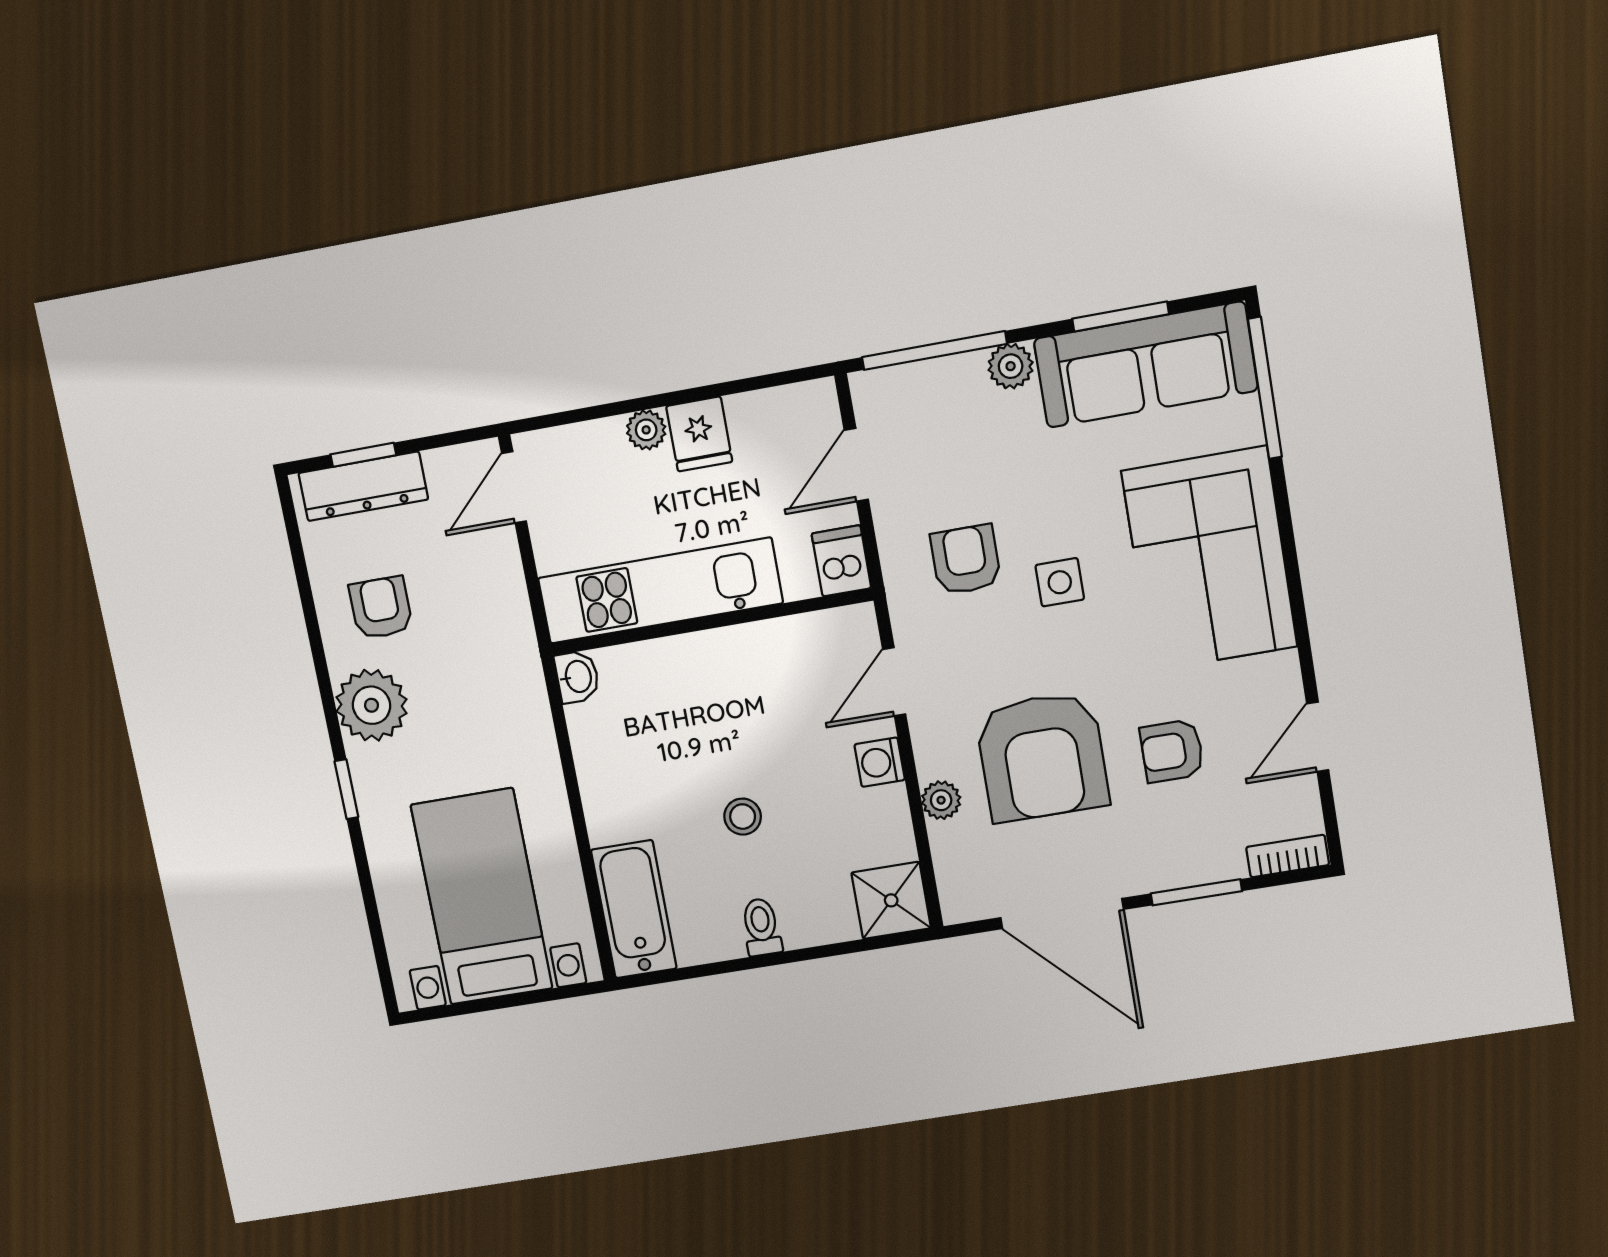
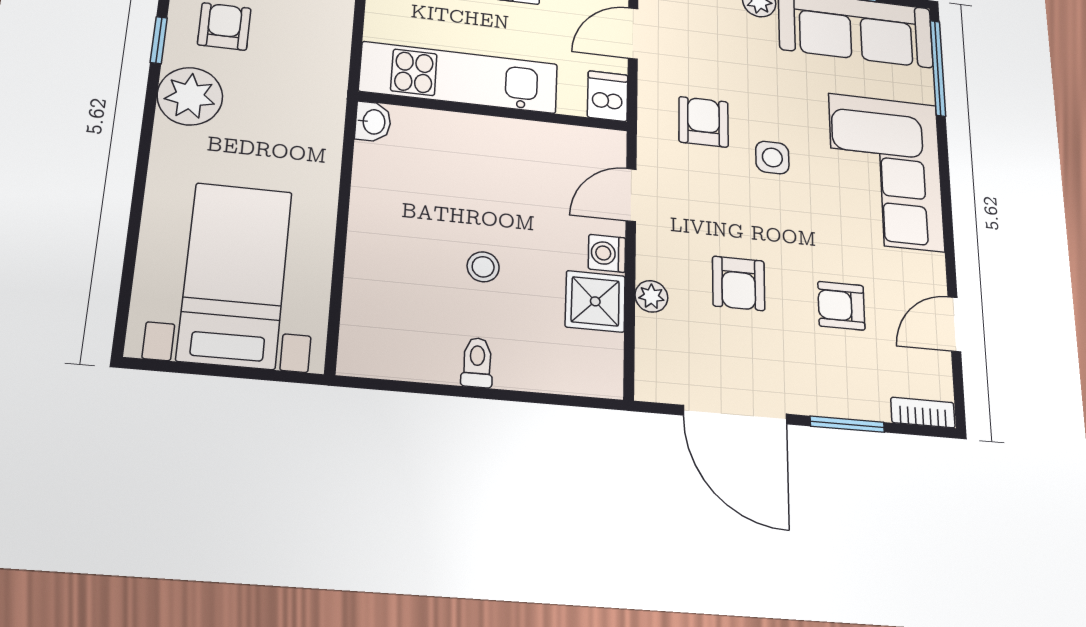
armchair: (1042, 757) -> (739, 283), width x0.53, depth x0.53
window: (346, 789) -> (159, 40), moved
shower: (891, 900) -> (595, 301), moved
bathtub: (634, 909) -> (369, 320), removed

